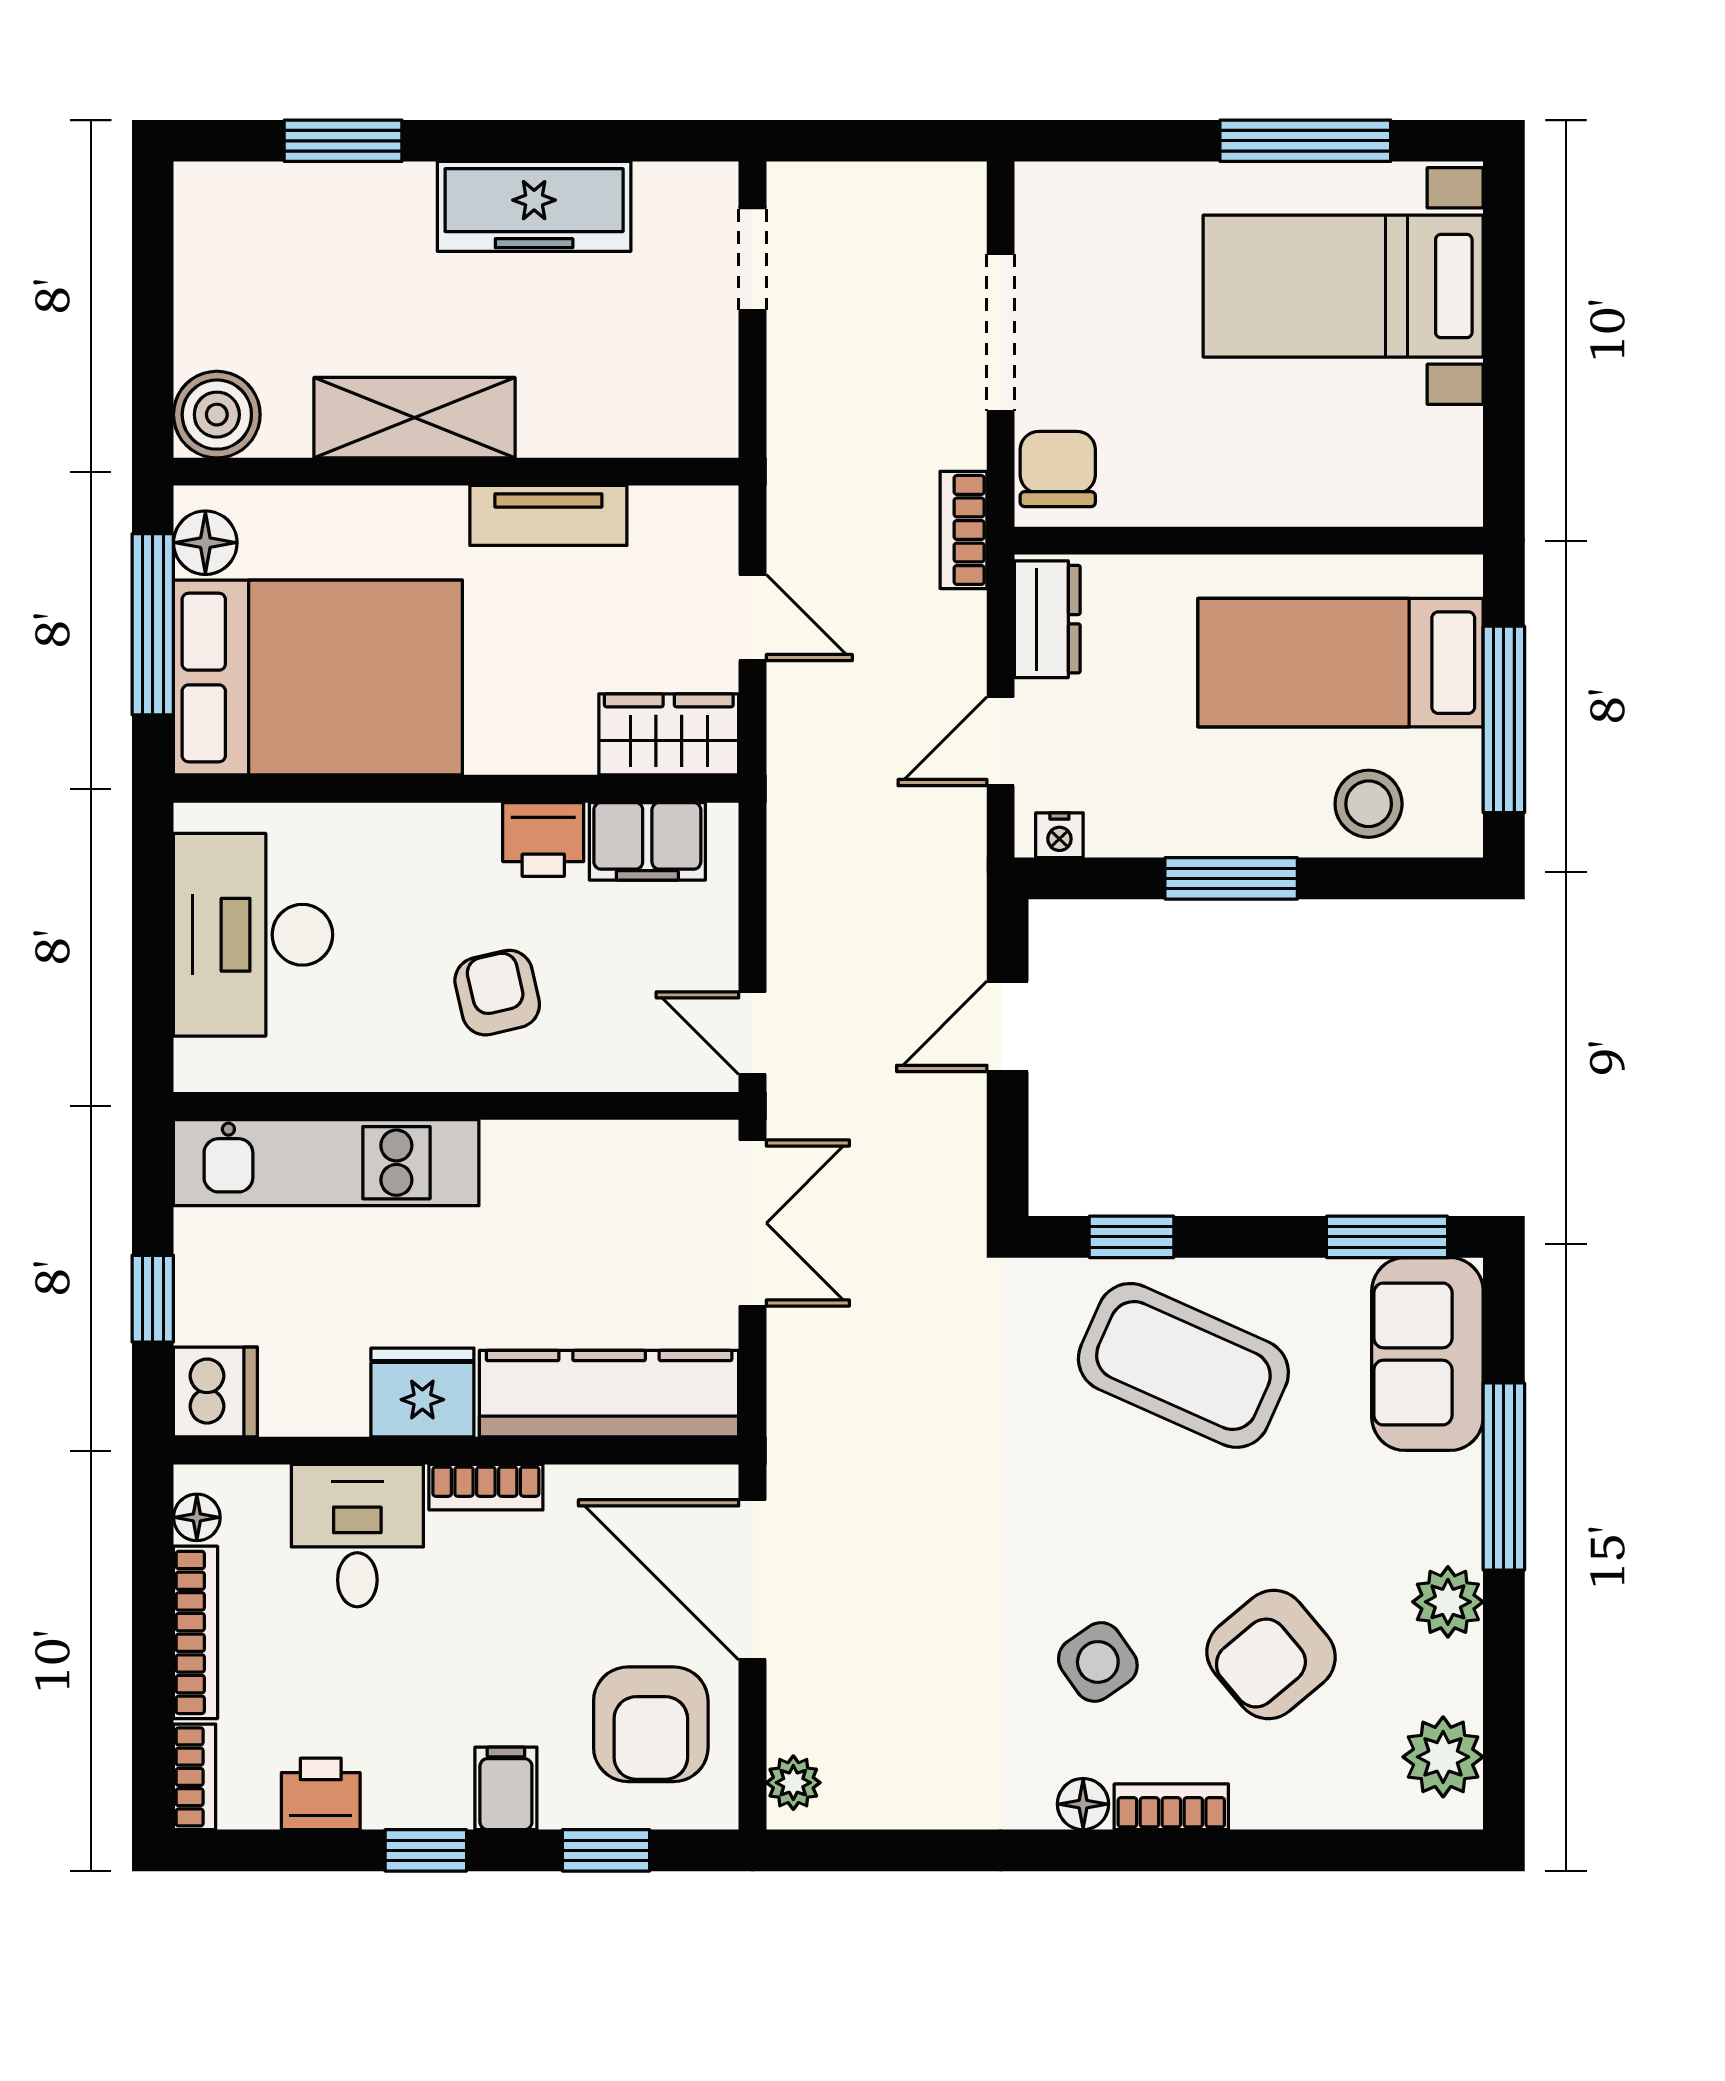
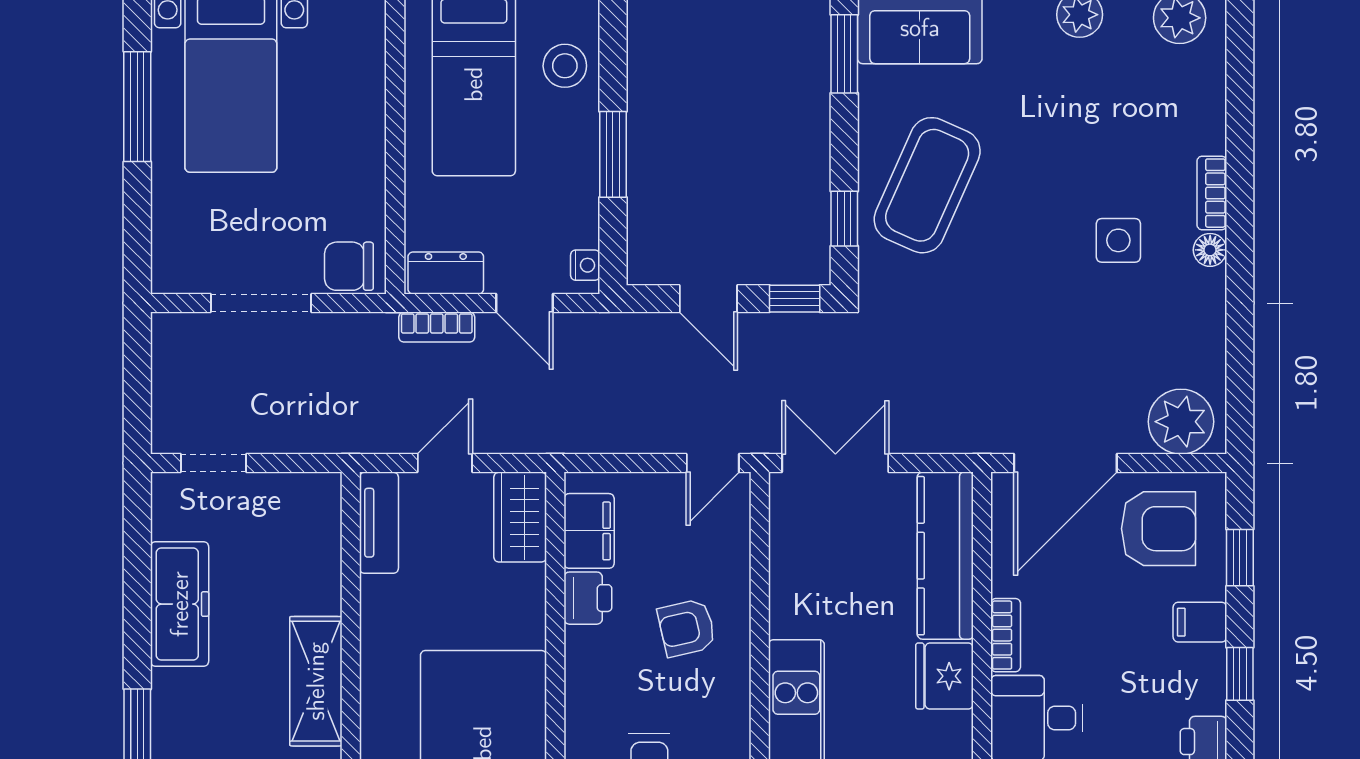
tv unit: (548, 515) -> (379, 523), moved
bookcase: (963, 530) -> (437, 327), moved
window: (1008, 1160) -> (795, 299), added
armchair: (1271, 1655) -> (1114, 129), removed
side table: (1098, 1662) -> (1118, 240), turned 35
plant: (793, 1783) -> (1181, 422), width x1.88, depth x1.88

